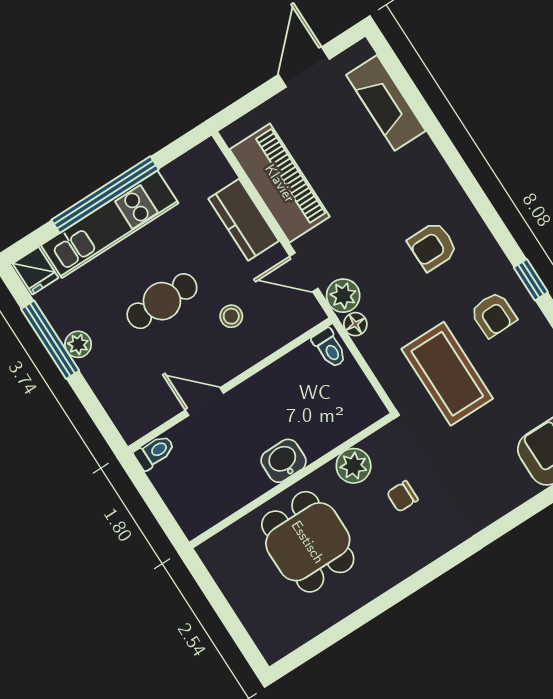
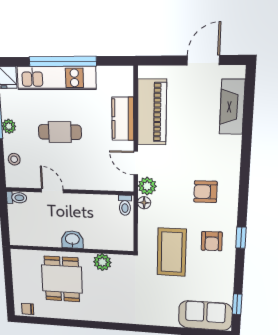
stool: (231, 316) -> (14, 159), moved
chair: (402, 496) -> (28, 309), moved

